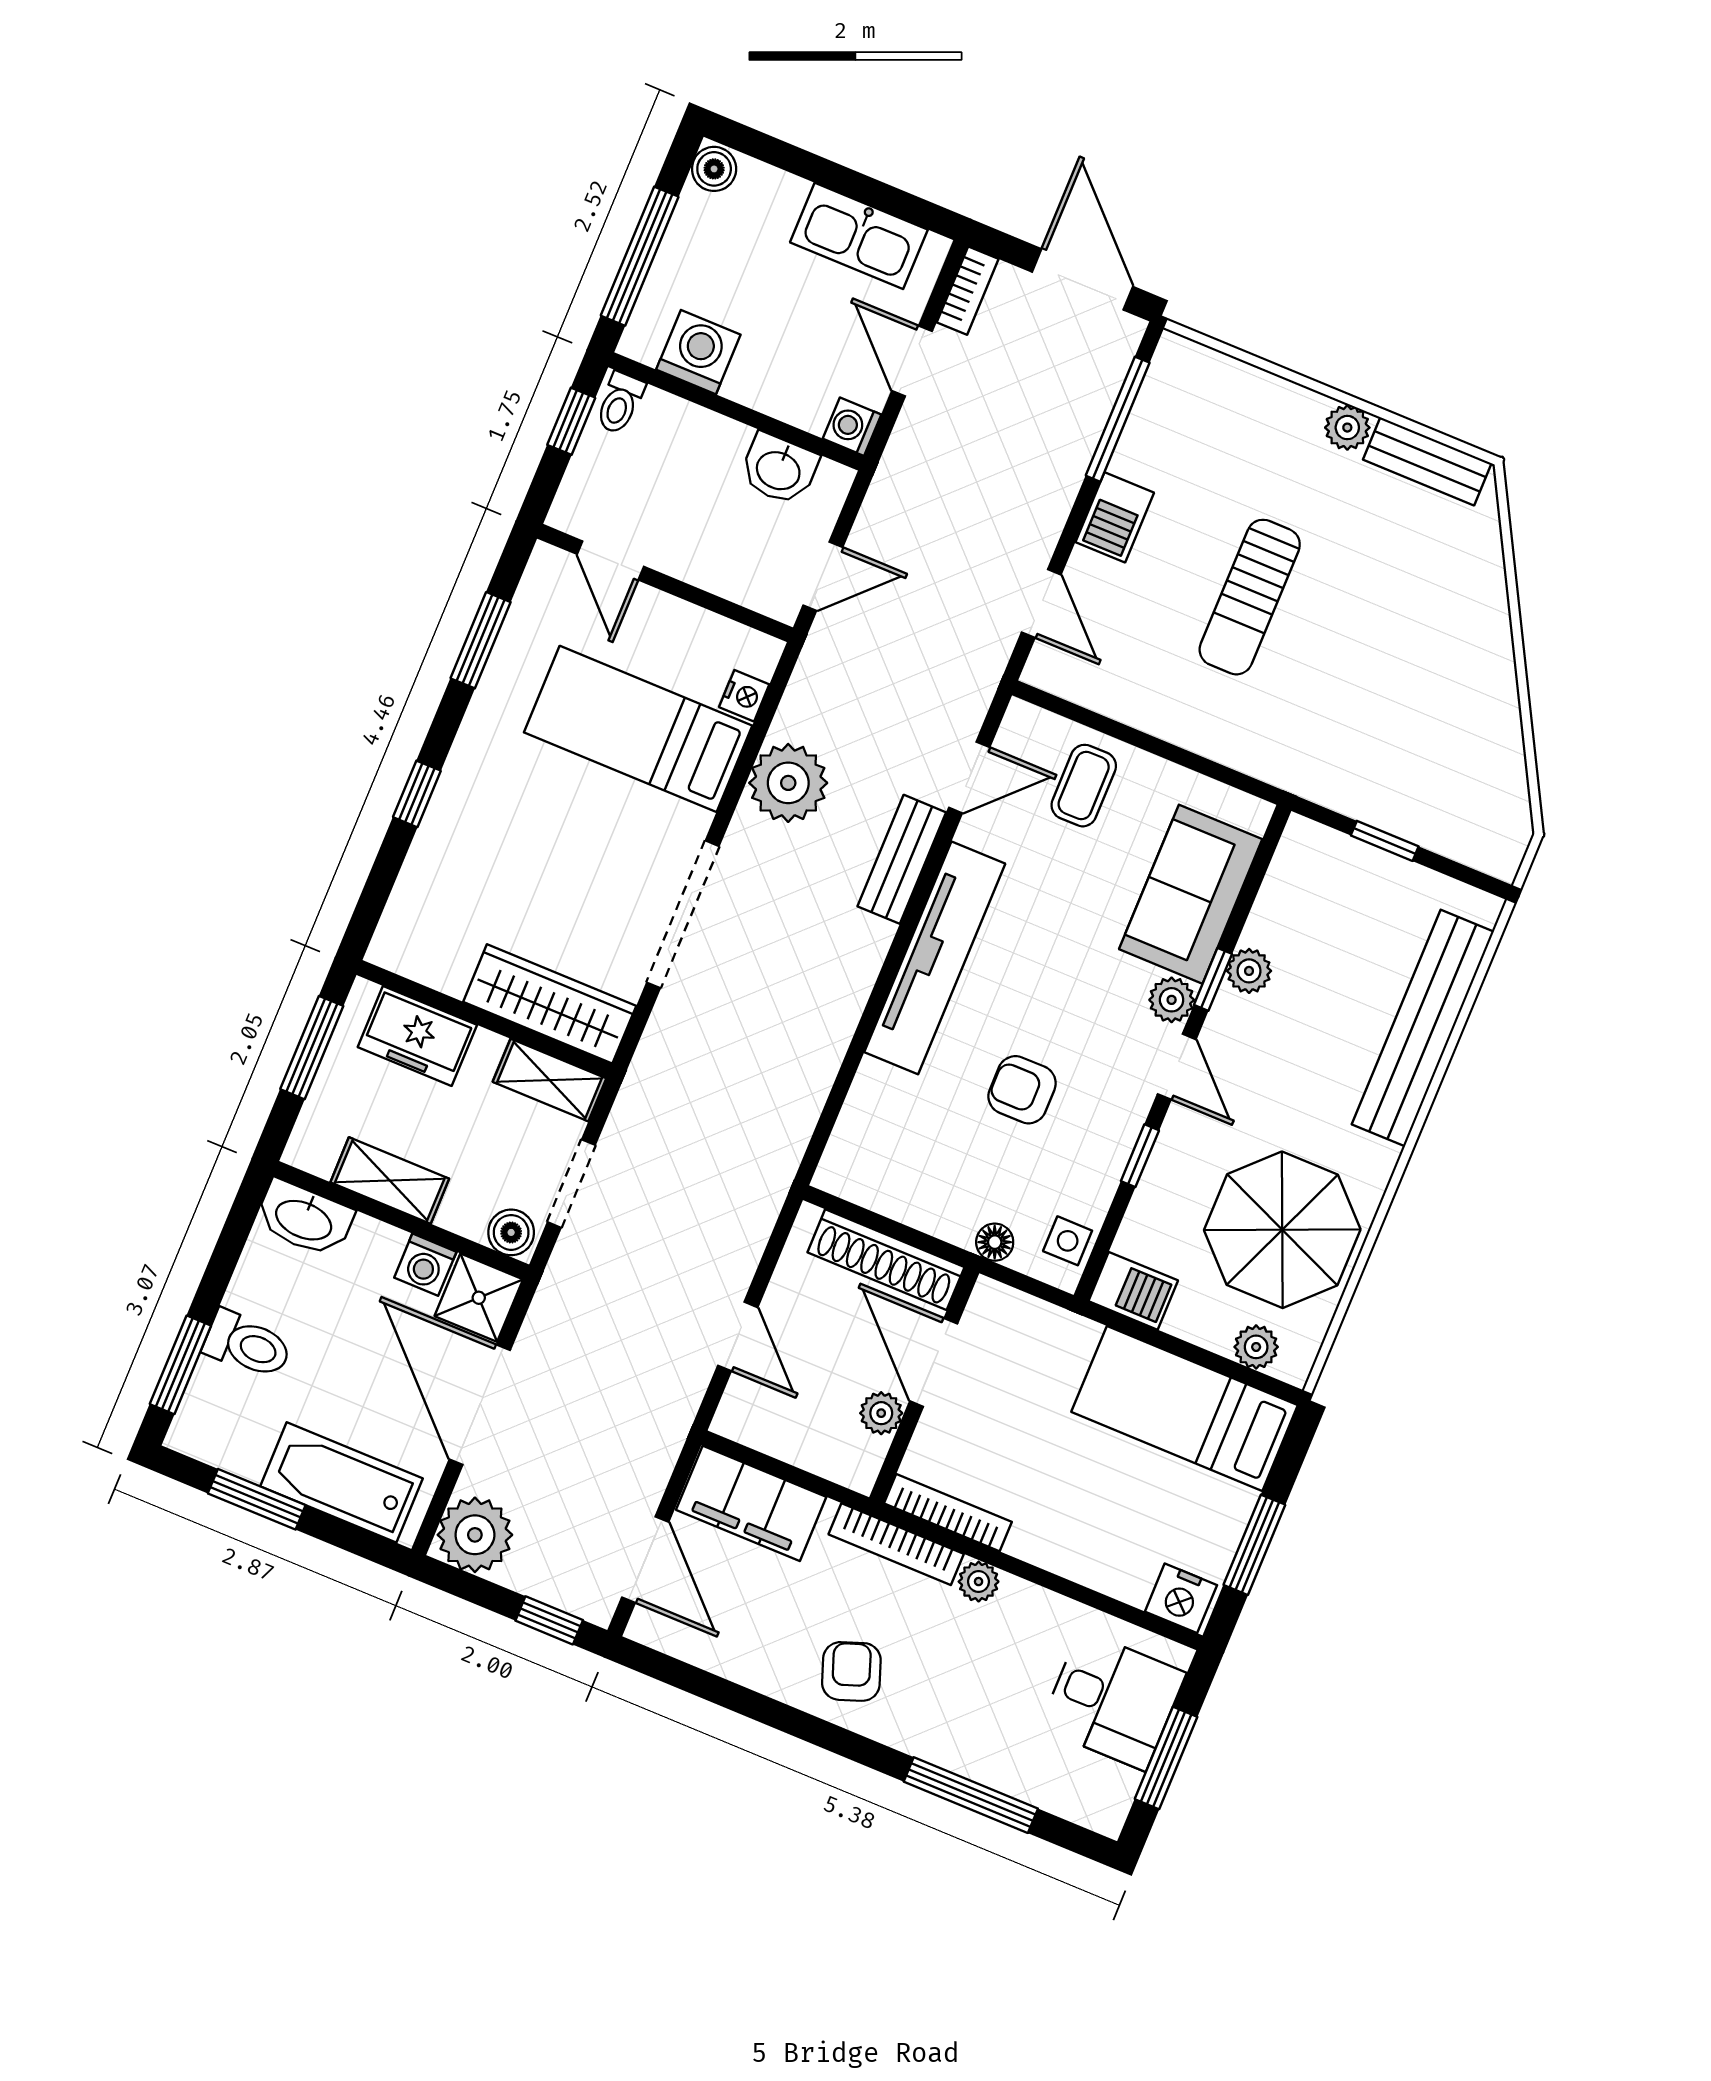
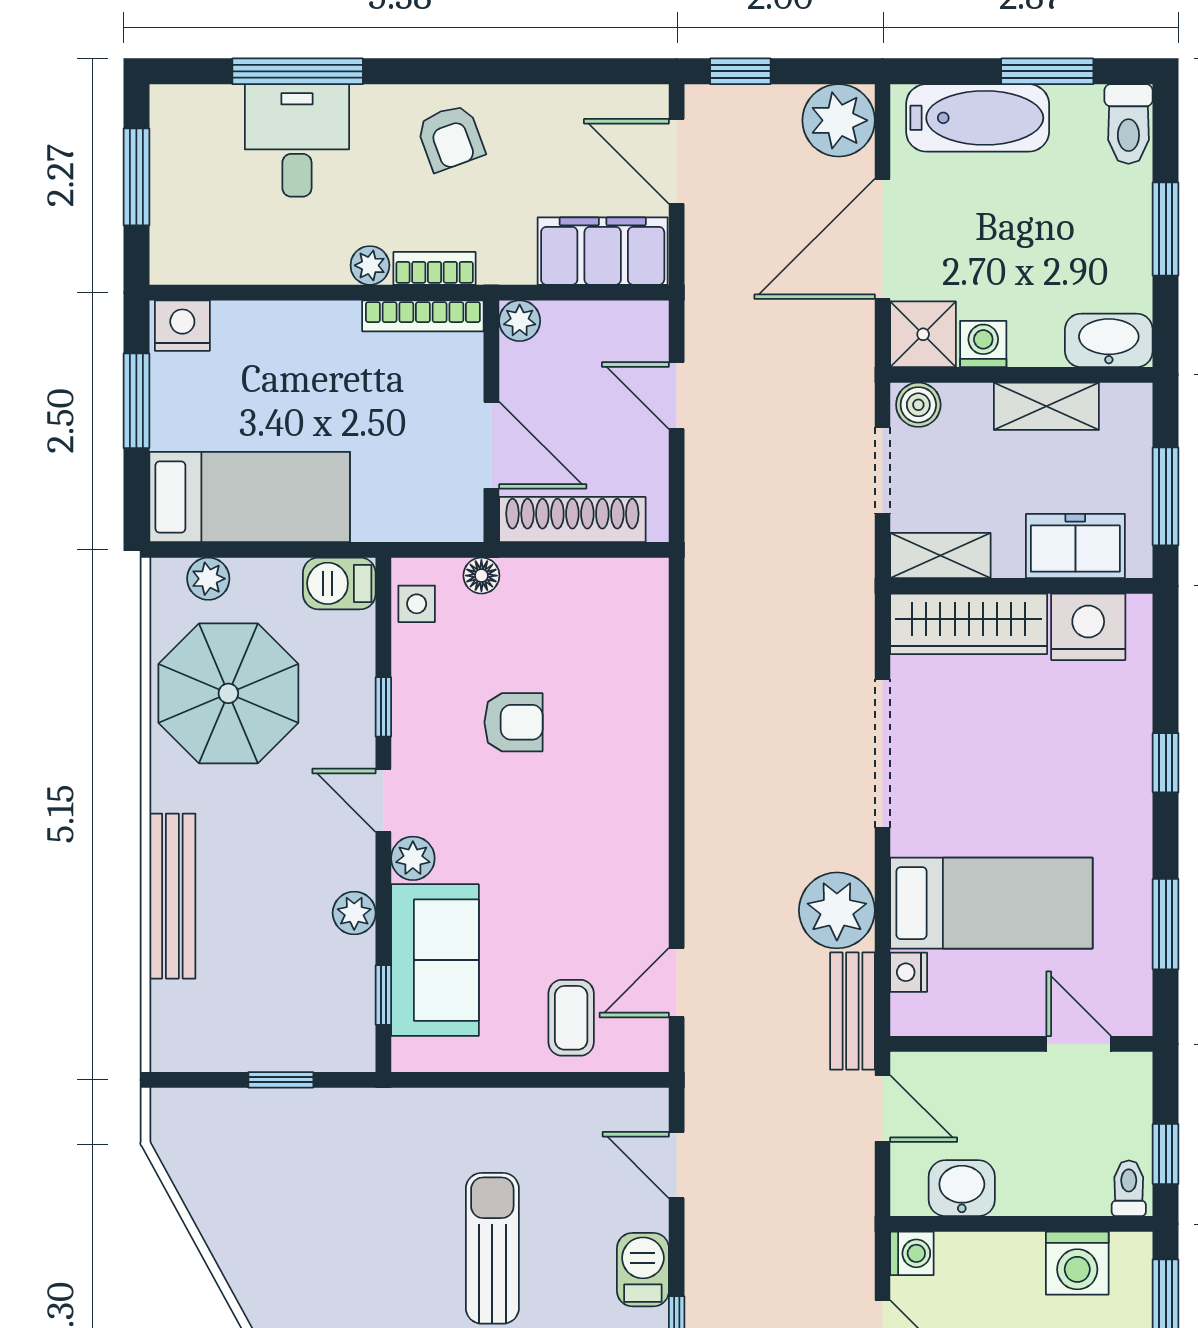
door: (823, 576) -> (883, 1108), swing flipped
bench: (902, 859) -> (852, 1011), moved
nightstand: (437, 954) -> (1088, 627), added
tv unit: (935, 958) -> (641, 808), removed
window: (1213, 979) -> (383, 995), moved
bench: (1423, 1028) -> (172, 896), width x0.73, depth x0.82
toilet: (248, 1345) -> (1128, 124), moved, turned -90
window: (180, 1365) -> (1166, 229), moved
door: (480, 1405) -> (883, 239), swing flipped
plant: (881, 1413) -> (520, 321), moved
bookcase: (896, 1544) -> (435, 268), width x0.64
desk: (1113, 1700) -> (297, 140), moved, turned 90

